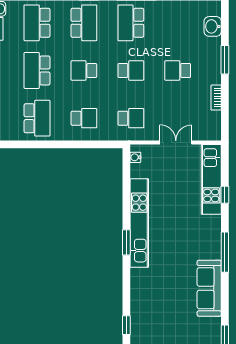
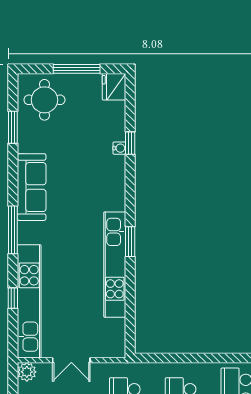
plant: (213, 133) -> (27, 372), added
water cooler: (135, 157) -> (119, 148), moved
kitchen unit: (211, 179) -> (29, 301), width x1.36

